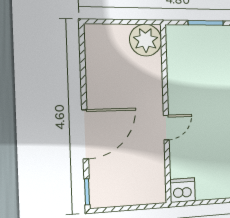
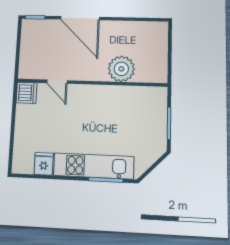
plant: (146, 40) -> (121, 69), moved
door: (166, 128) -> (57, 82), moved

